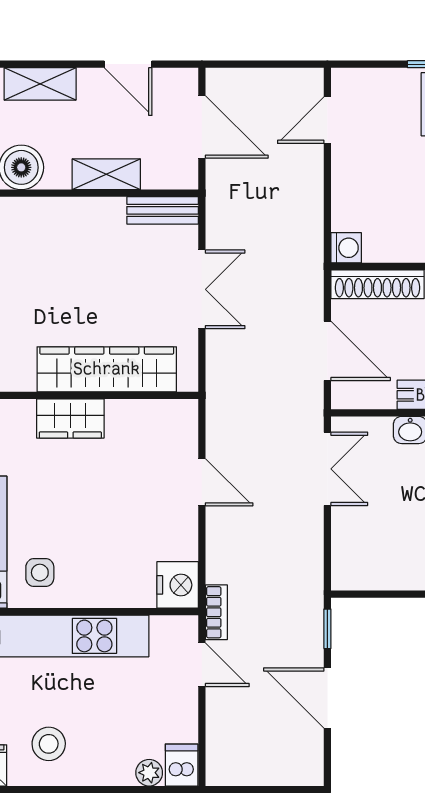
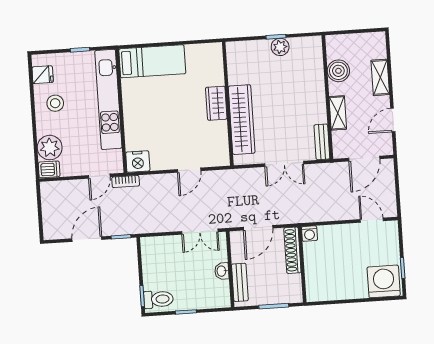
side table: (40, 573) -> (139, 93), removed
plant: (149, 773) -> (50, 148), width x1.87, depth x1.87

